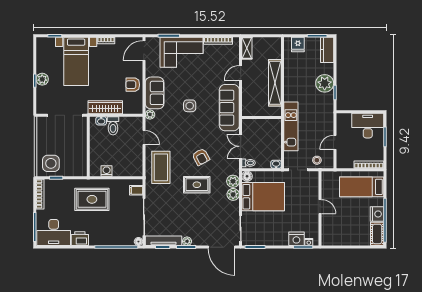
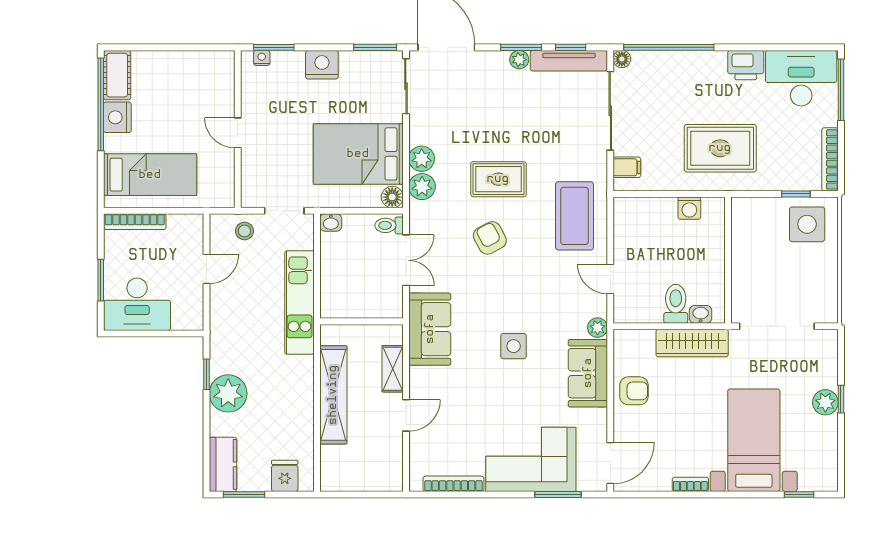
shelving: (247, 48) -> (393, 369), moved
sofa: (229, 108) -> (430, 329), width x0.73
nightstand: (296, 239) -> (322, 65), moved

